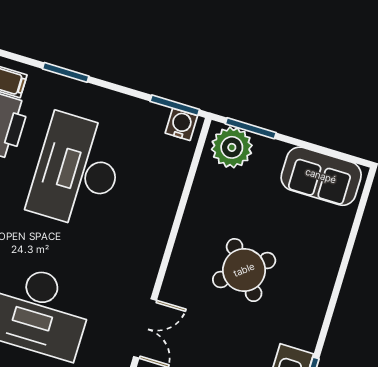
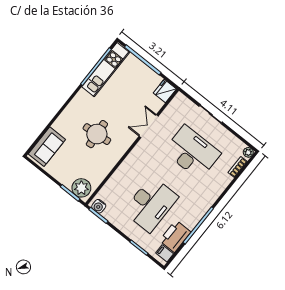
sofa: (321, 176) -> (47, 147), moved, turned 90
round table: (244, 270) -> (97, 134), turned 34

